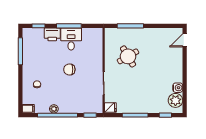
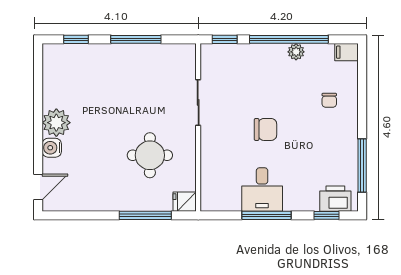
printer: (52, 34) -> (335, 199), moved
round table: (128, 56) -> (150, 155), turned 30
water cooler: (178, 88) -> (52, 148), moved
plant: (175, 100) -> (56, 123), moved
fridge: (110, 108) -> (185, 202), moved

